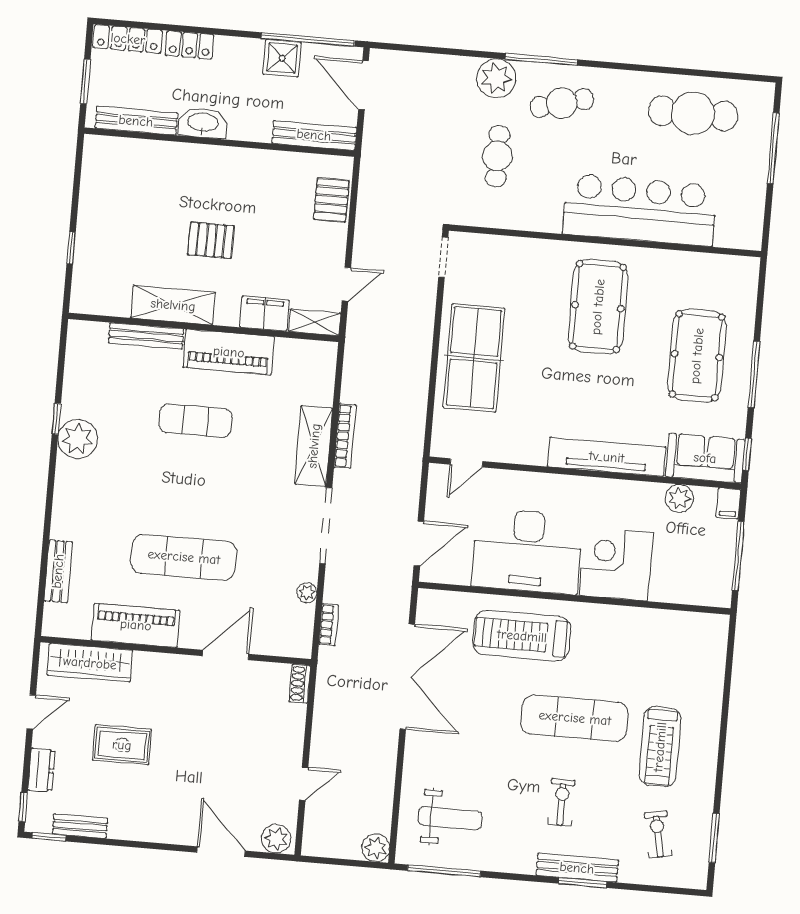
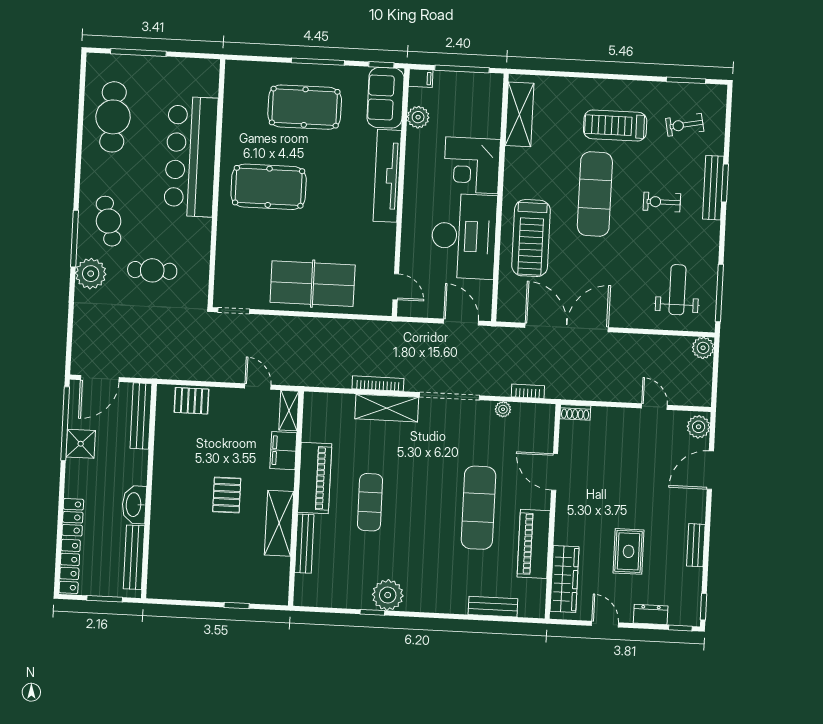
shelving: (678, 626) -> (519, 114), added
treadmill: (660, 747) -> (615, 125), turned 180
bench: (80, 826) -> (696, 545), moved

